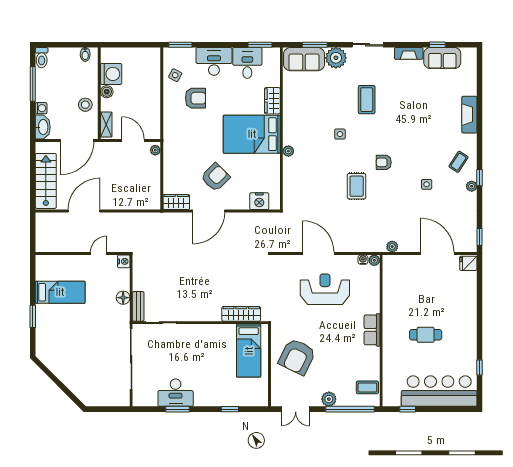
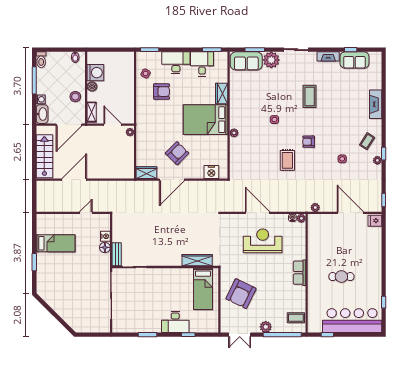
coffee table: (367, 100) -> (310, 96), moved
nightstand: (124, 261) -> (105, 236), moved
desk: (176, 393) -> (175, 322), moved

